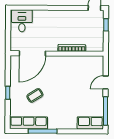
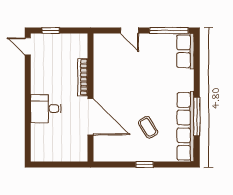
desk: (22, 21) -> (46, 109), moved
door: (32, 53) -> (90, 117), moved
row of seats: (29, 123) -> (186, 126), width x1.36

